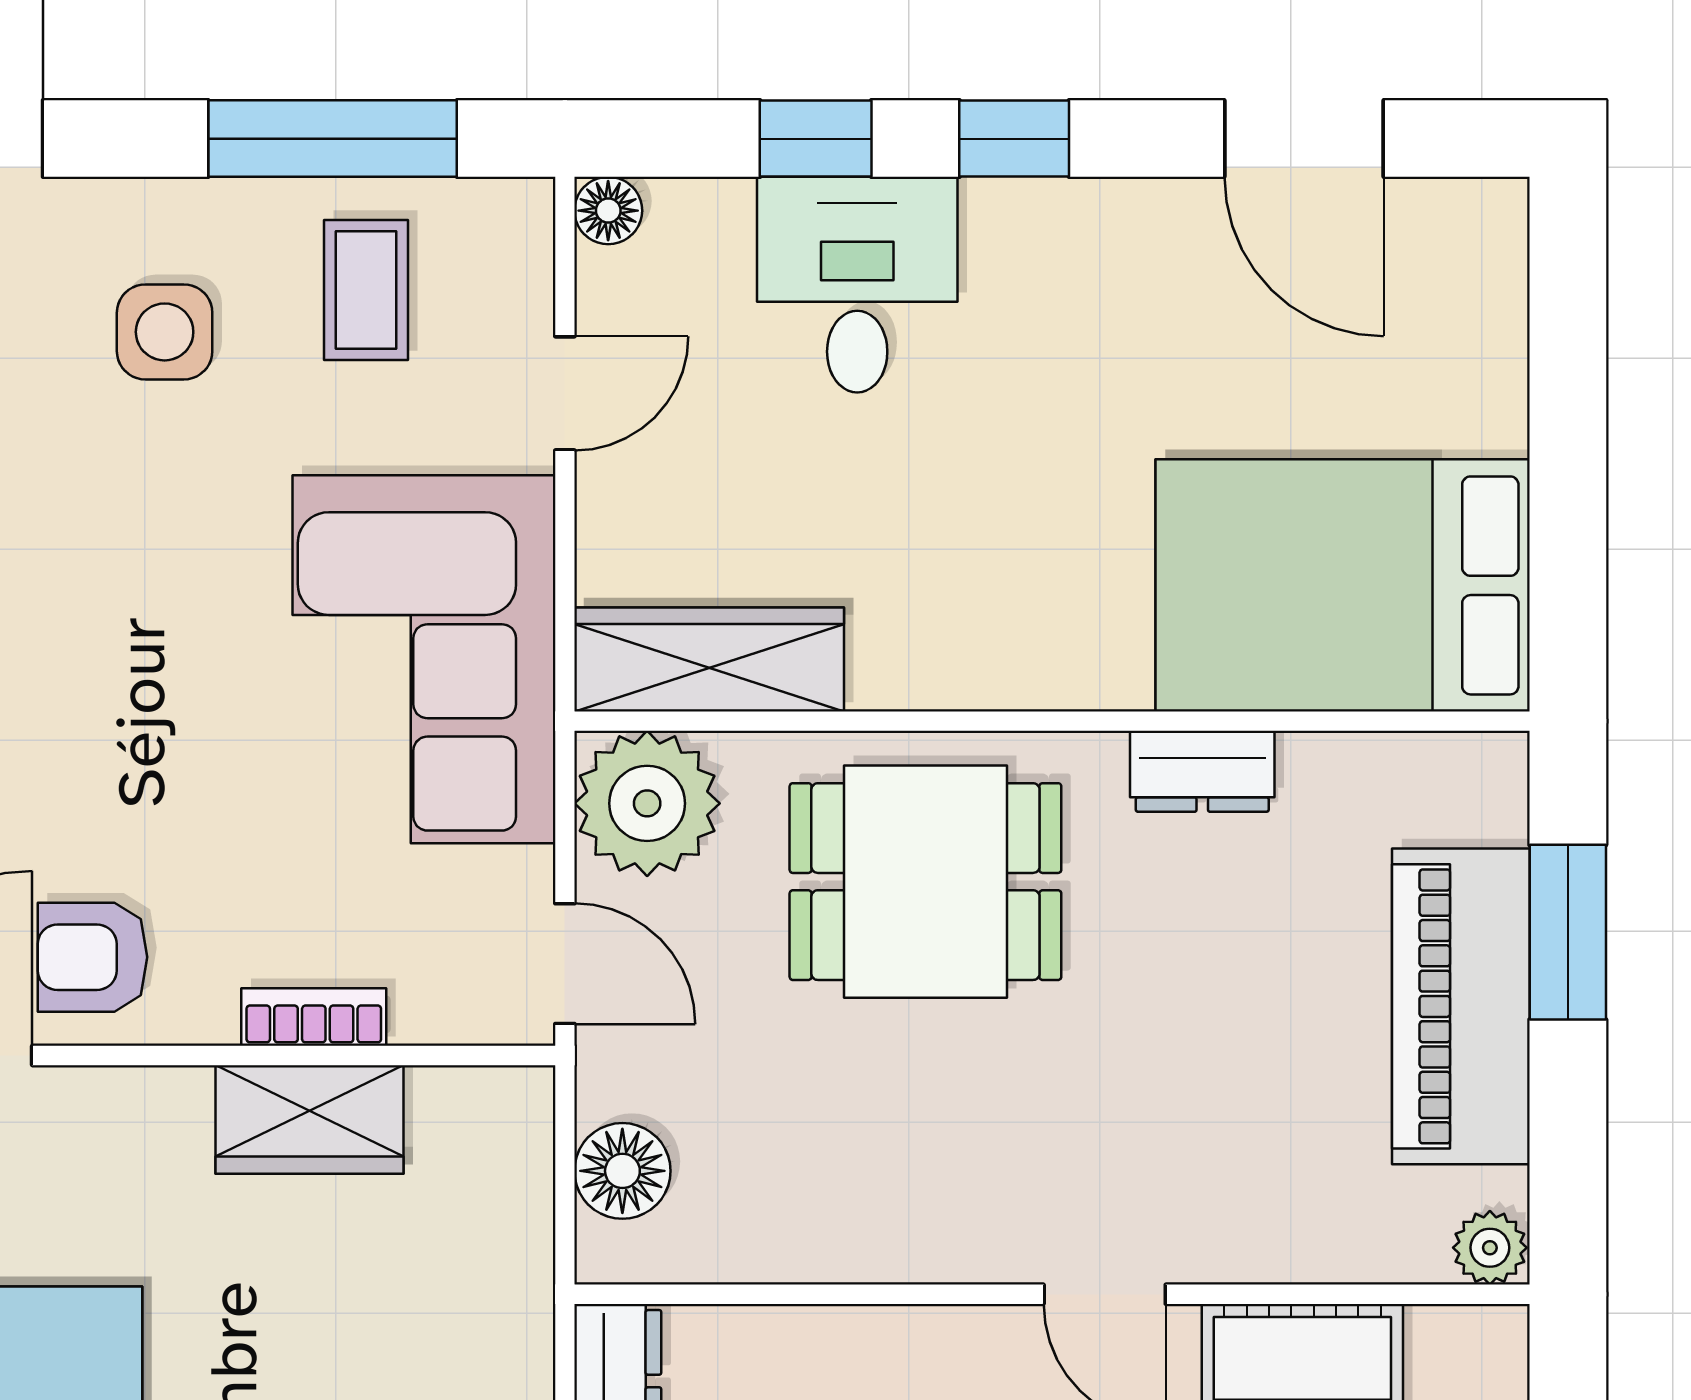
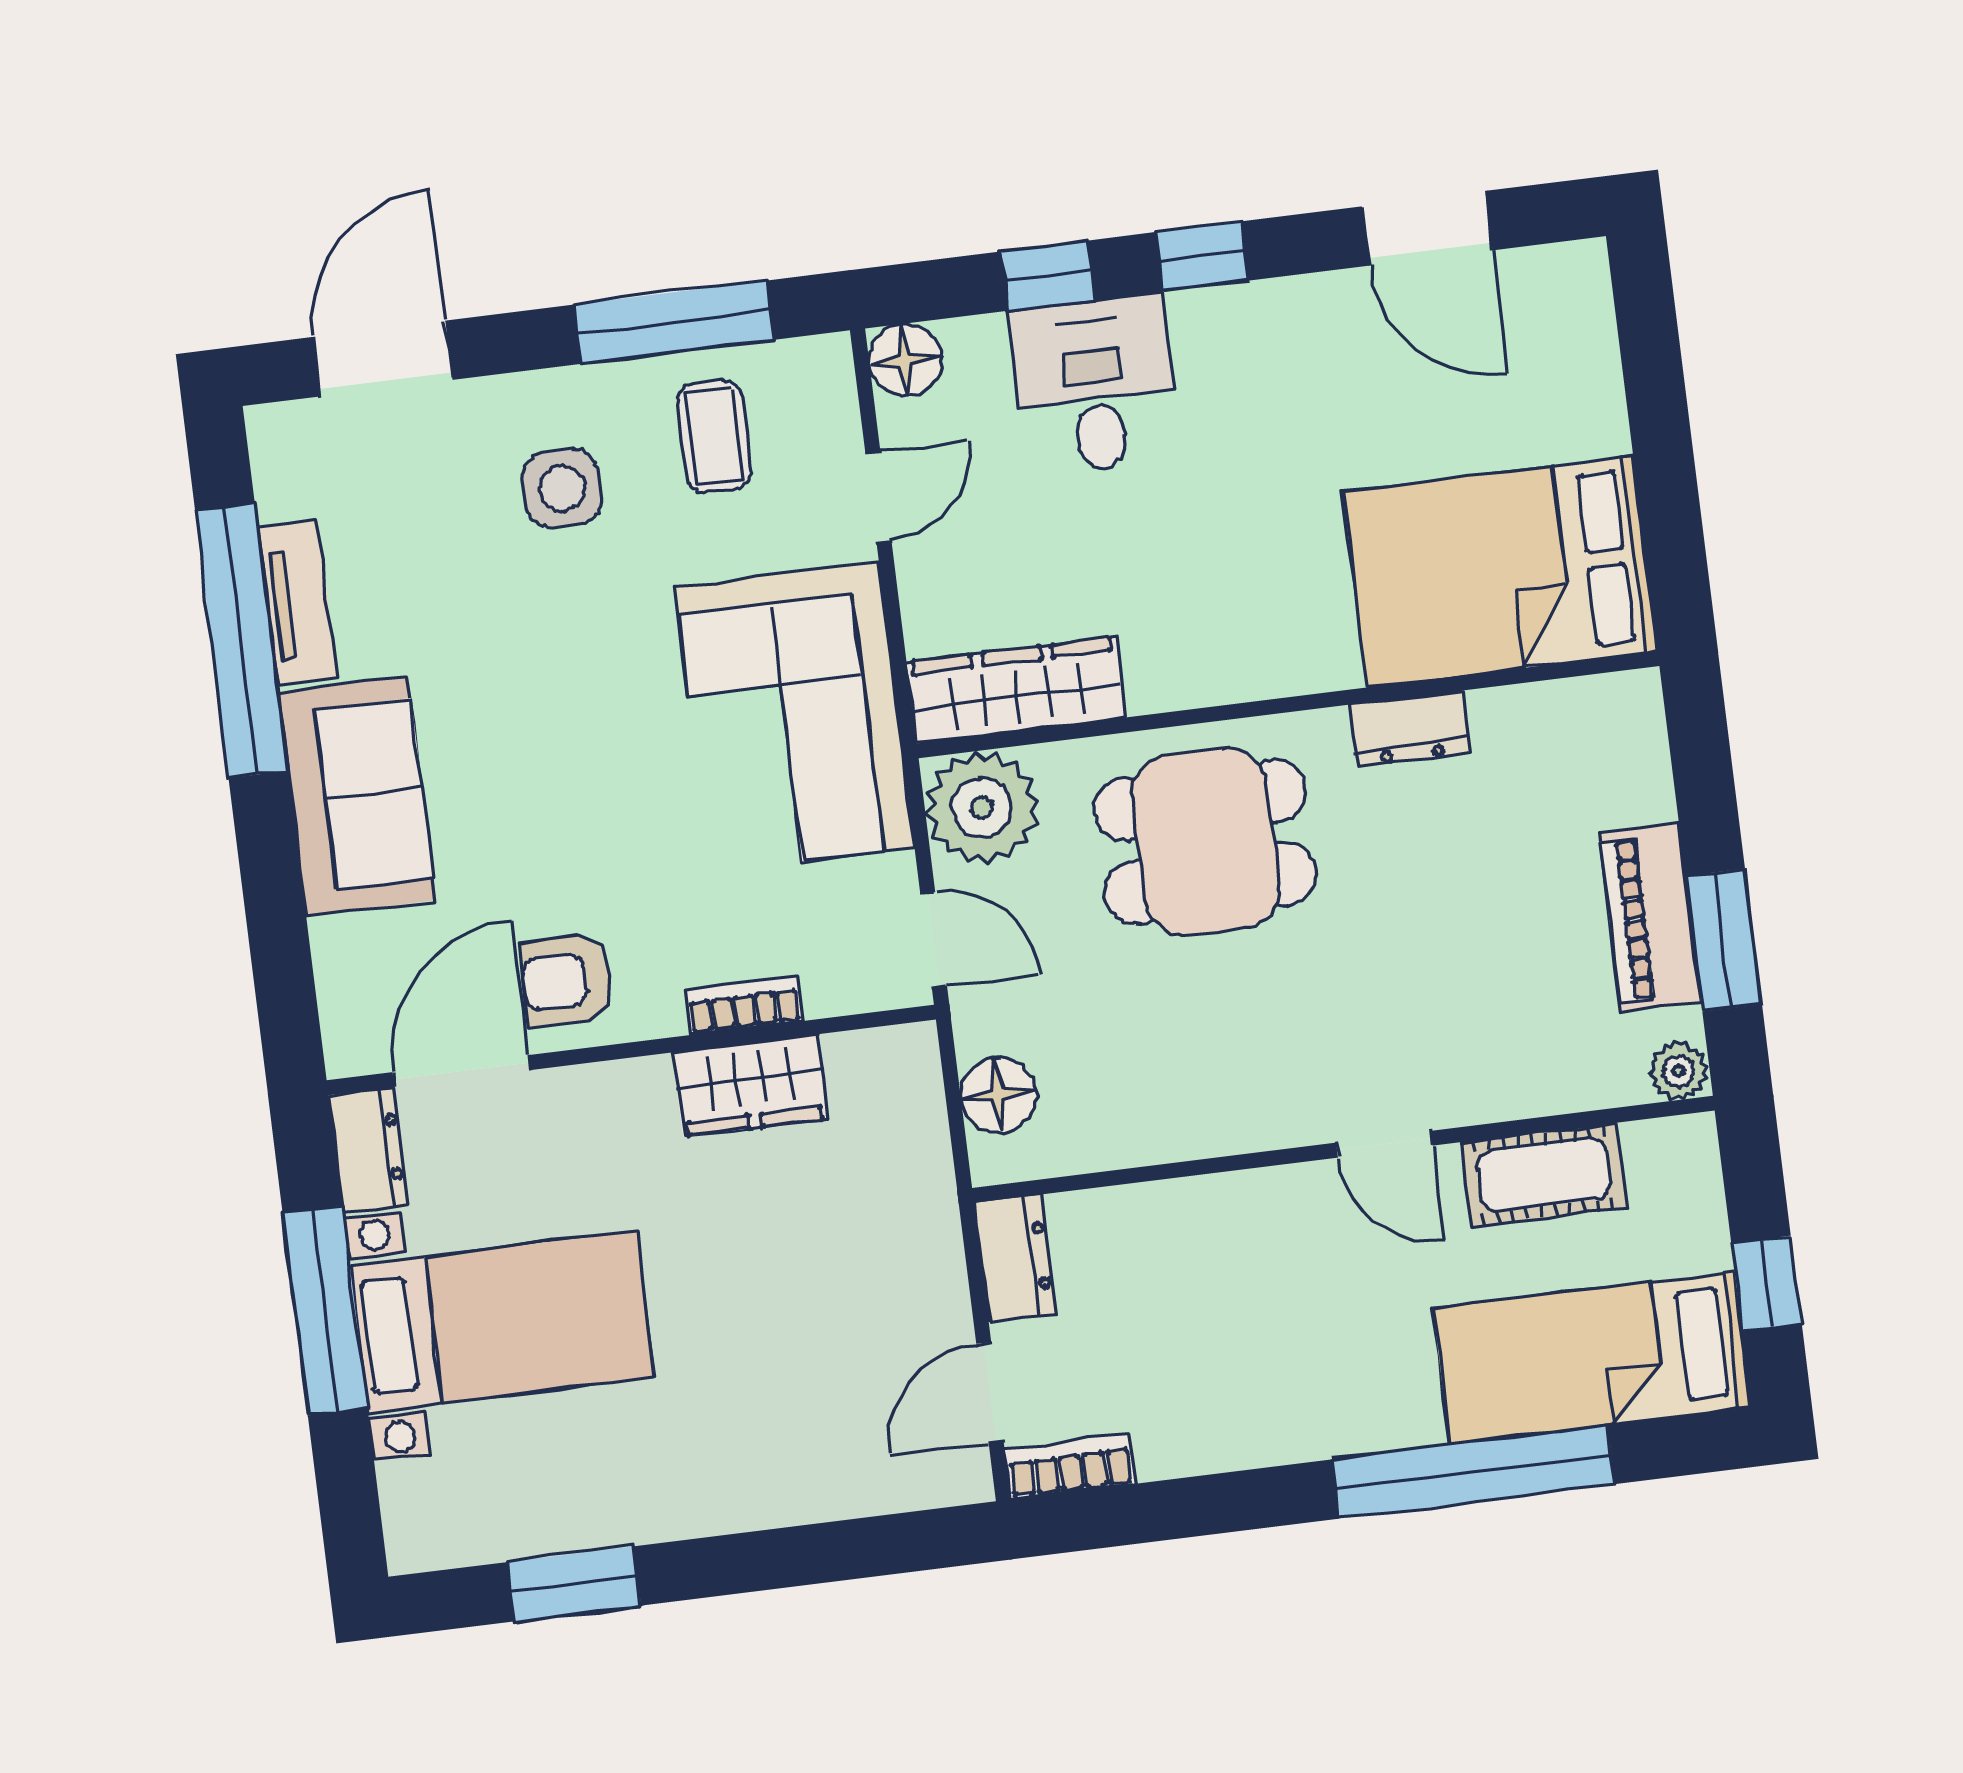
floor lamp: (608, 211) -> (905, 360), width x1.37, depth x1.37
window: (1568, 932) -> (1724, 940), moved
piano: (1461, 1006) -> (1650, 918), width x0.73, depth x0.75

